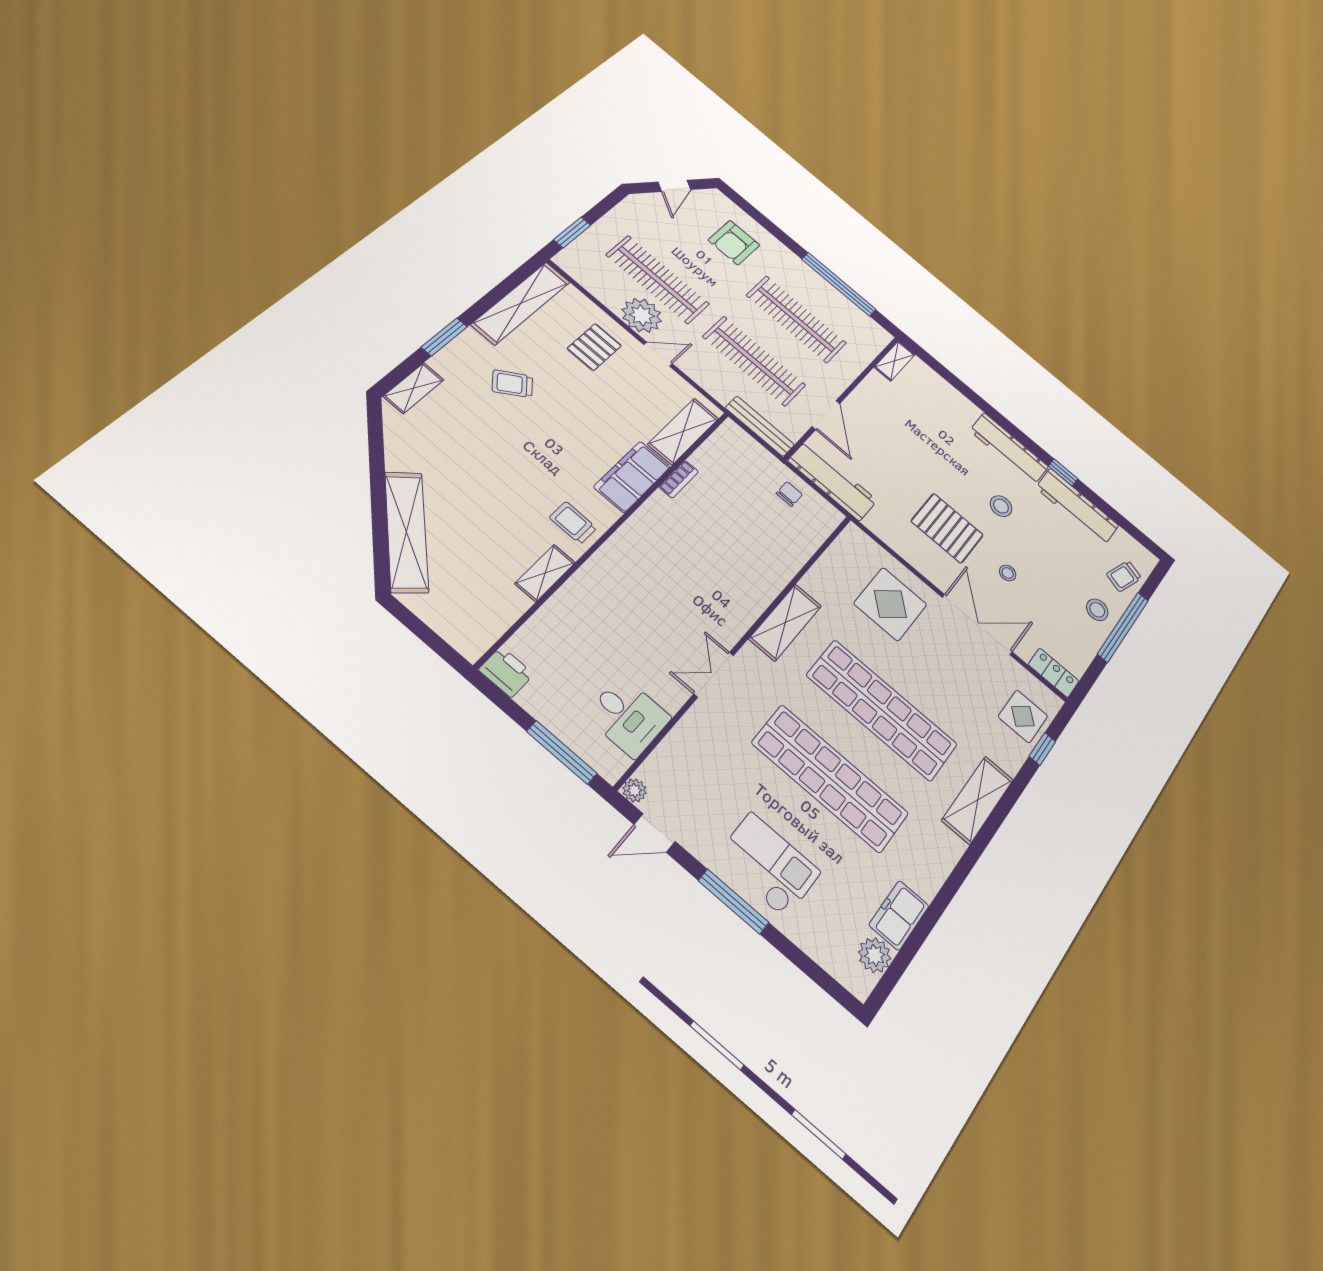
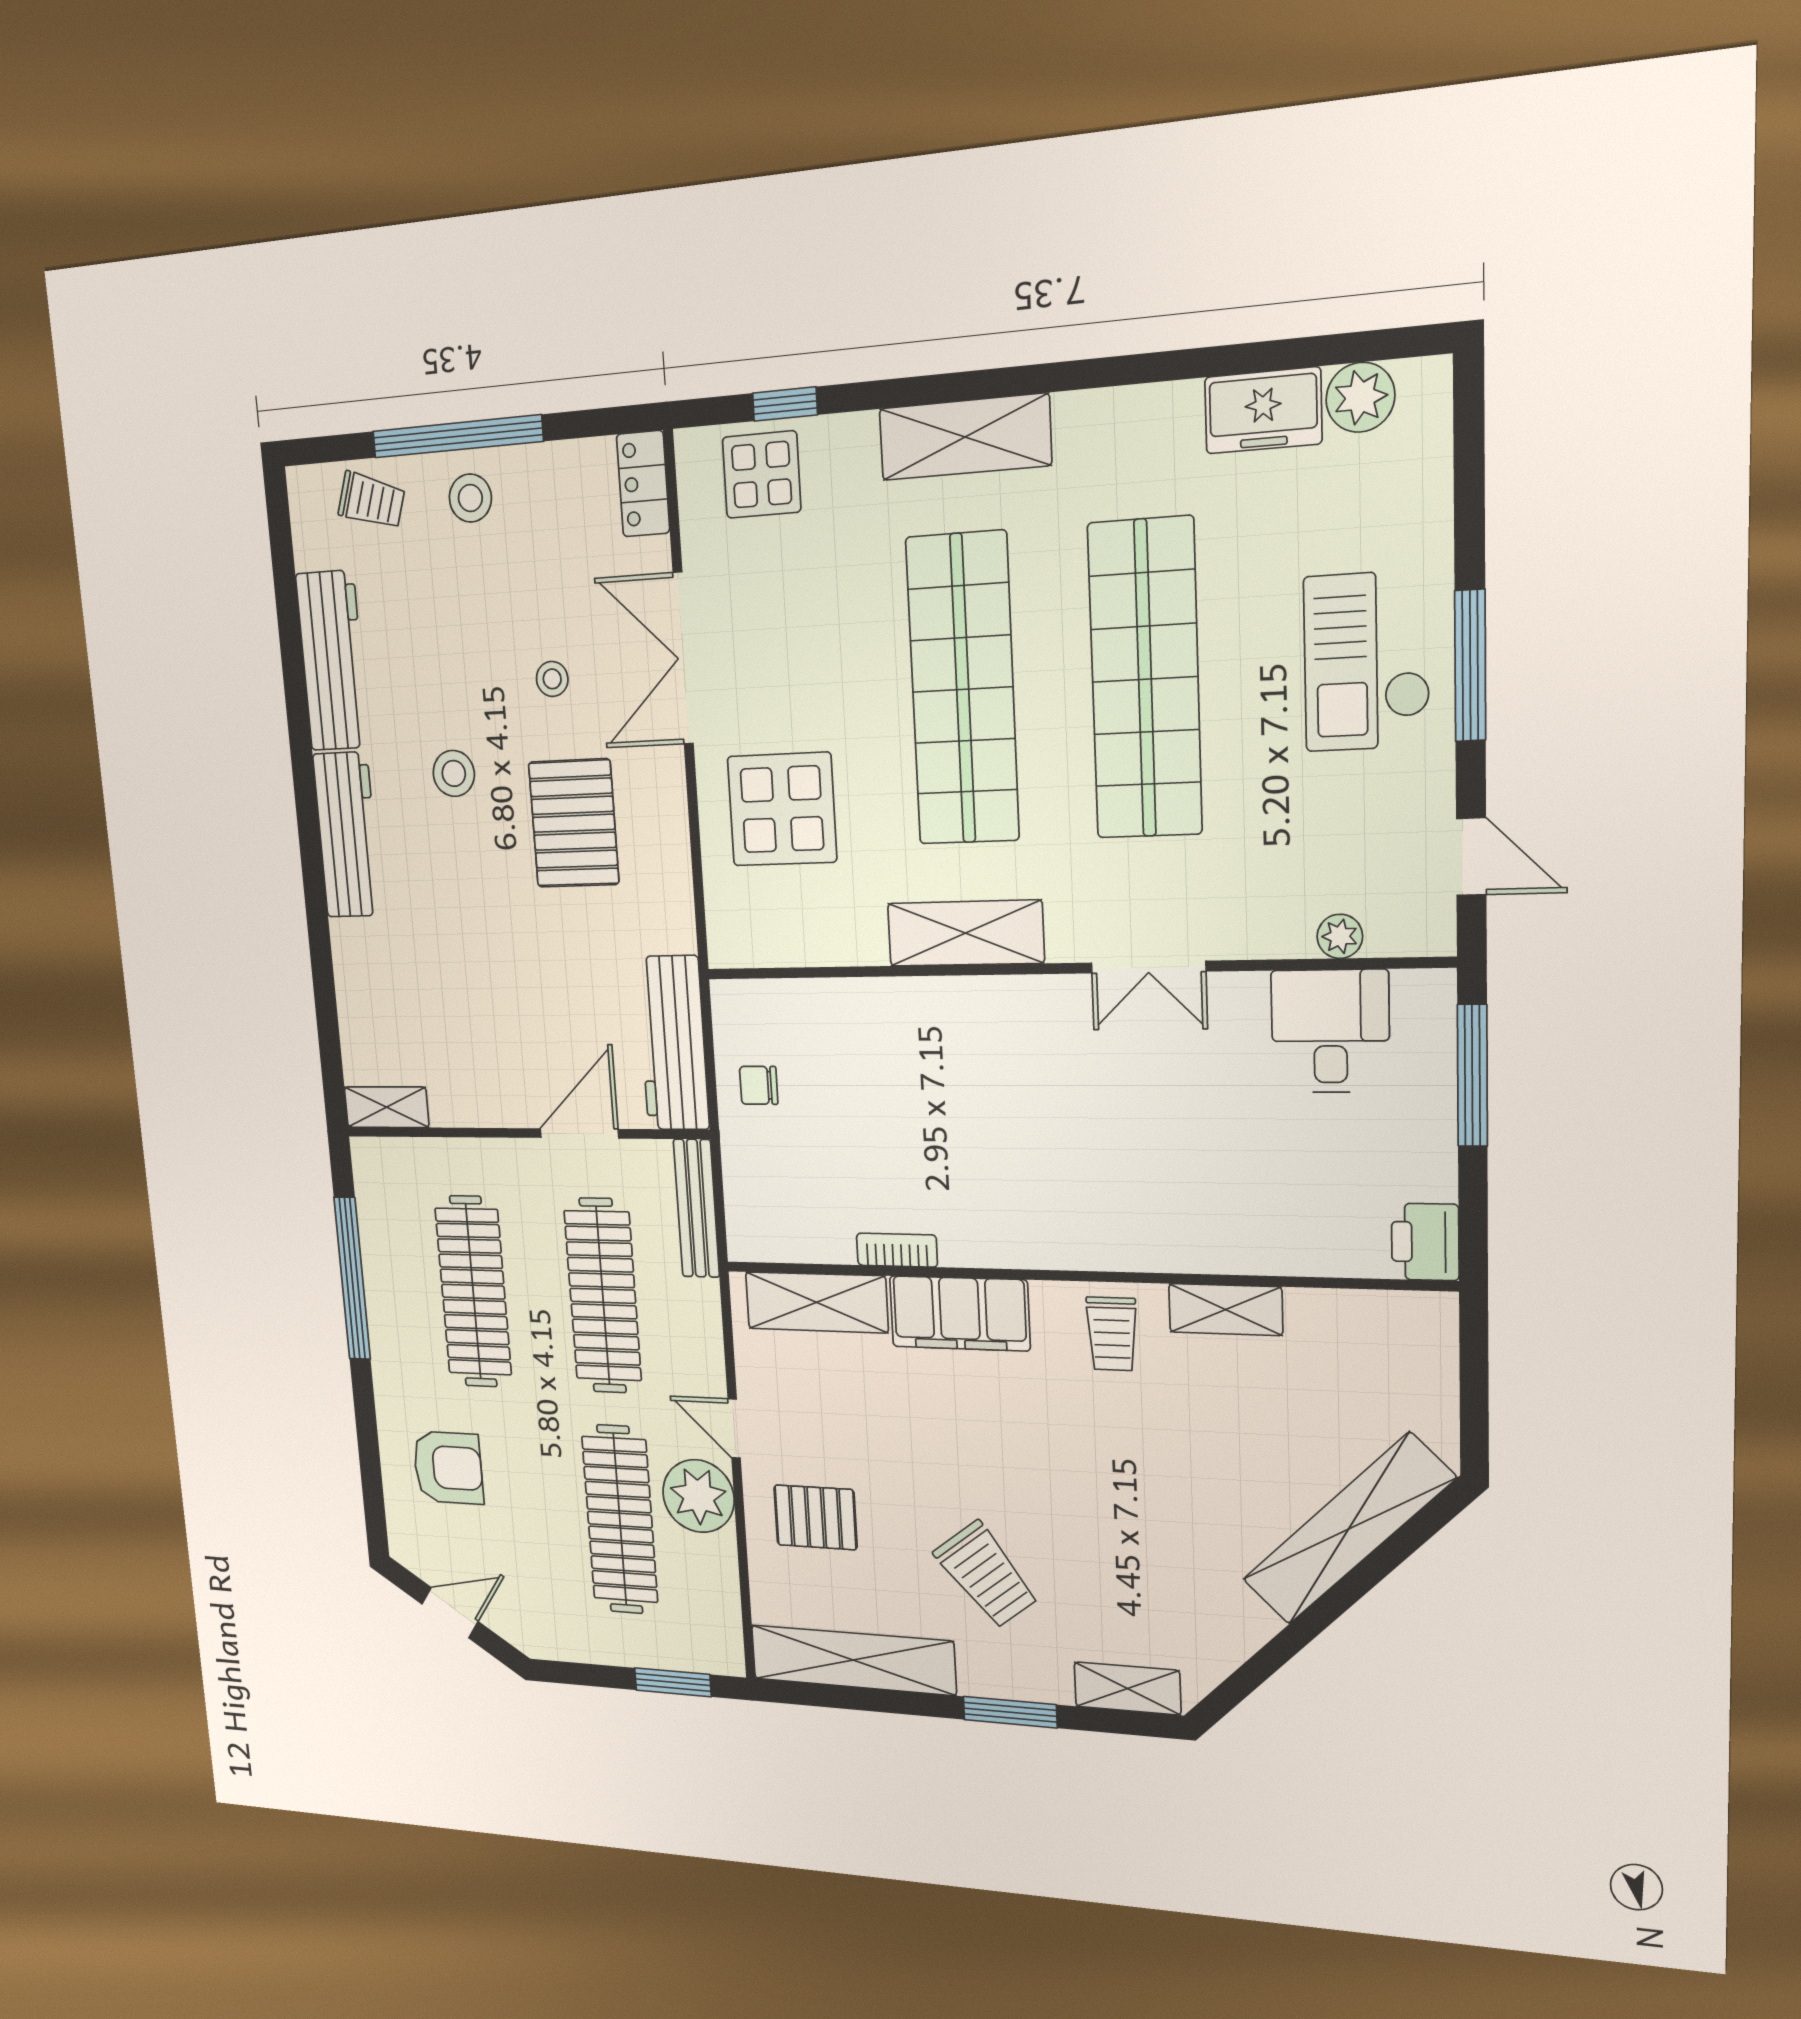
trolley: (512, 384) -> (986, 1575), width x1.36, depth x1.39
window: (1063, 472) -> (299, 726), removed
plant: (634, 790) -> (1340, 936), moved

